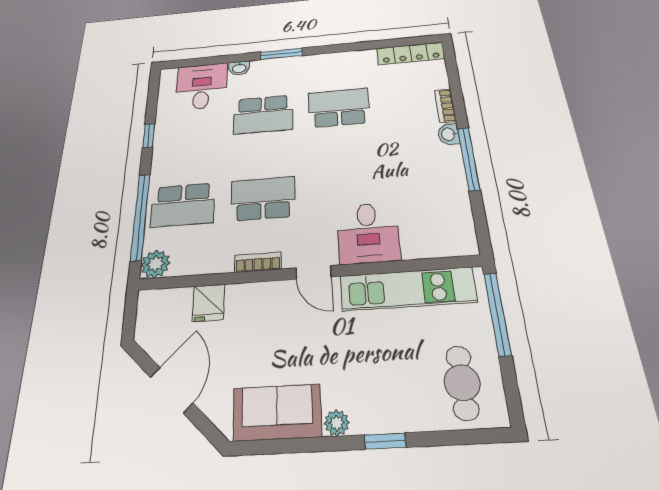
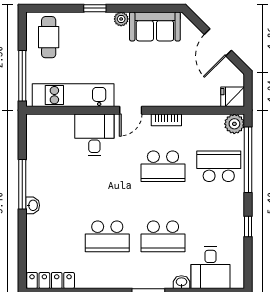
bookcase: (445, 106) -> (32, 230), removed
school desk: (263, 115) -> (163, 236), turned 180
door: (314, 272) -> (131, 110), swing flipped
fridge: (209, 303) -> (233, 97), moved, turned -90

